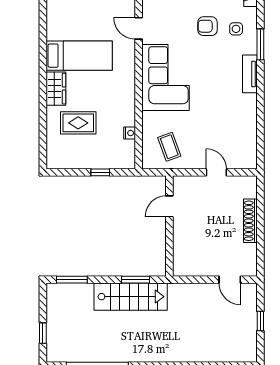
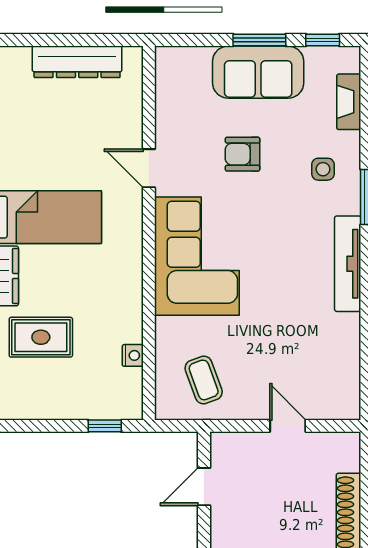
armchair: (207, 26) -> (242, 154), moved
tv unit: (250, 74) -> (348, 264), width x1.41
window: (100, 172) -> (105, 426), moved

